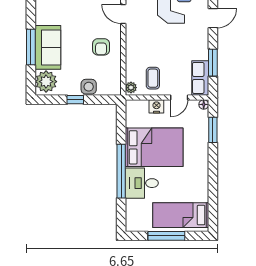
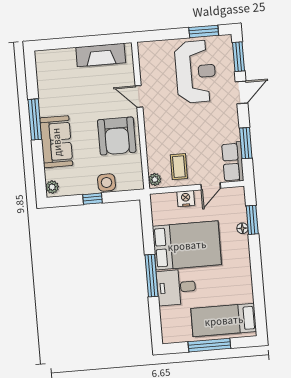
window: (31, 47) -> (35, 119), moved
armchair: (101, 47) -> (117, 136), width x1.88, depth x1.88
plant: (46, 82) -> (52, 187), width x0.53, depth x0.53
floor lamp: (204, 104) -> (242, 228), moved
window: (121, 171) -> (152, 276), width x0.68

